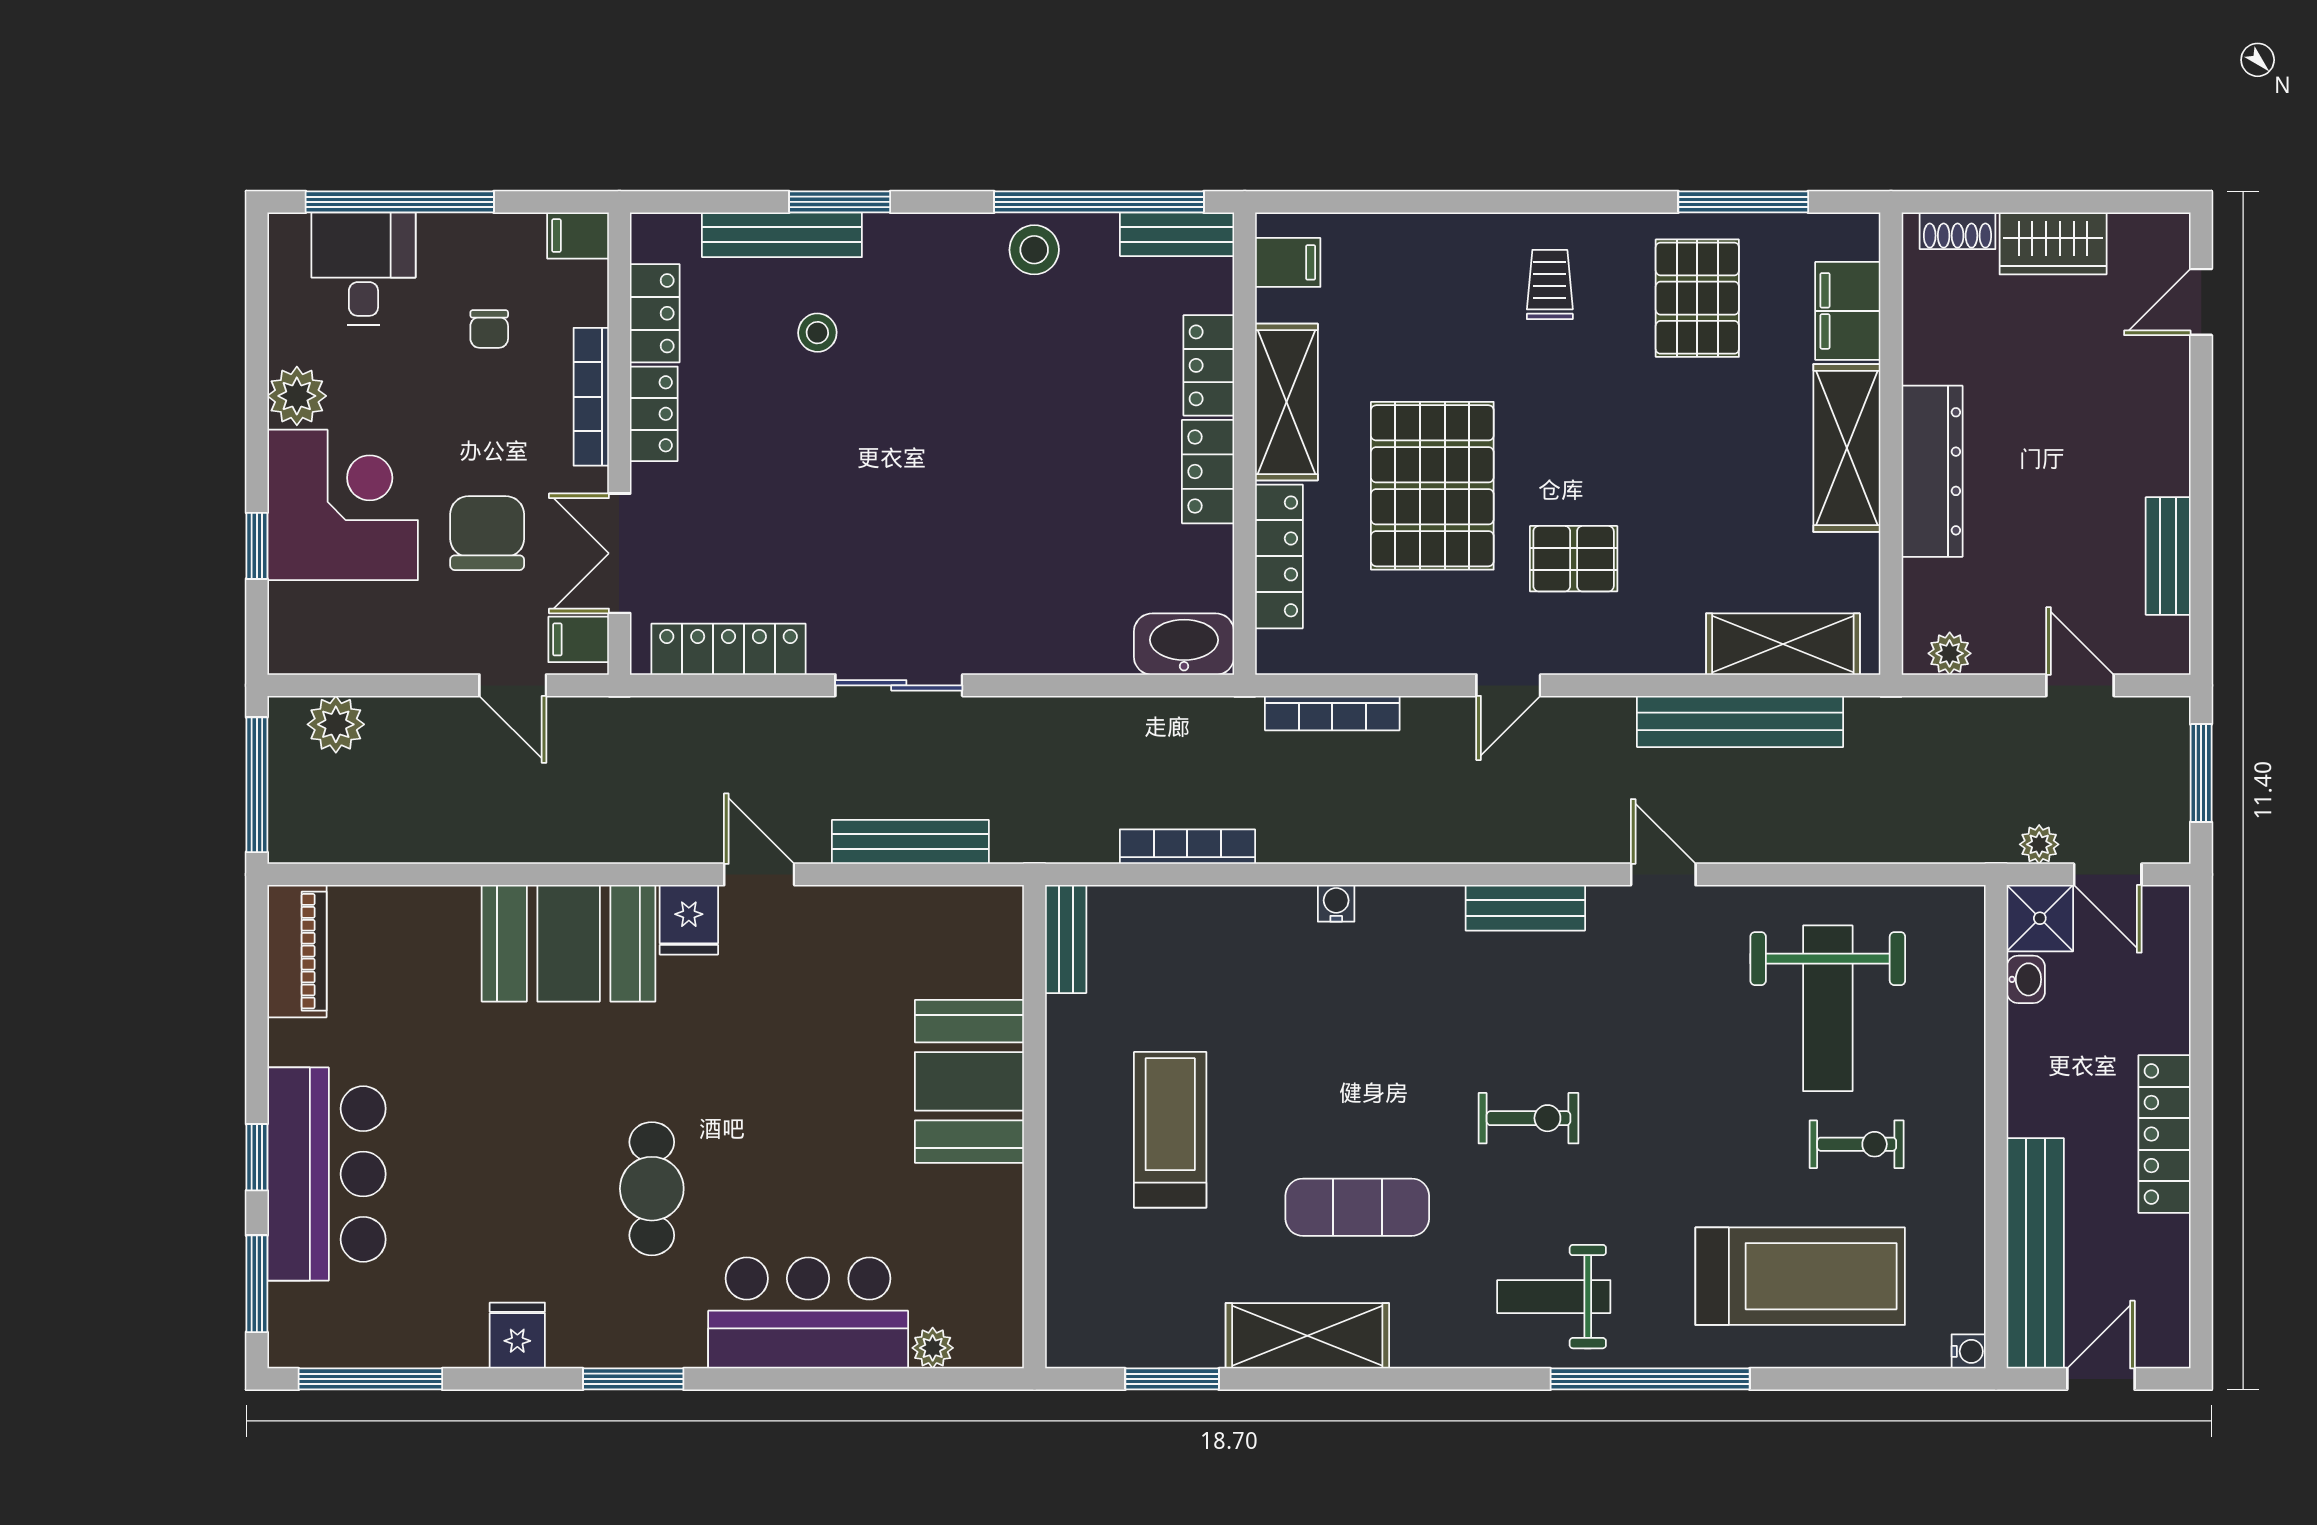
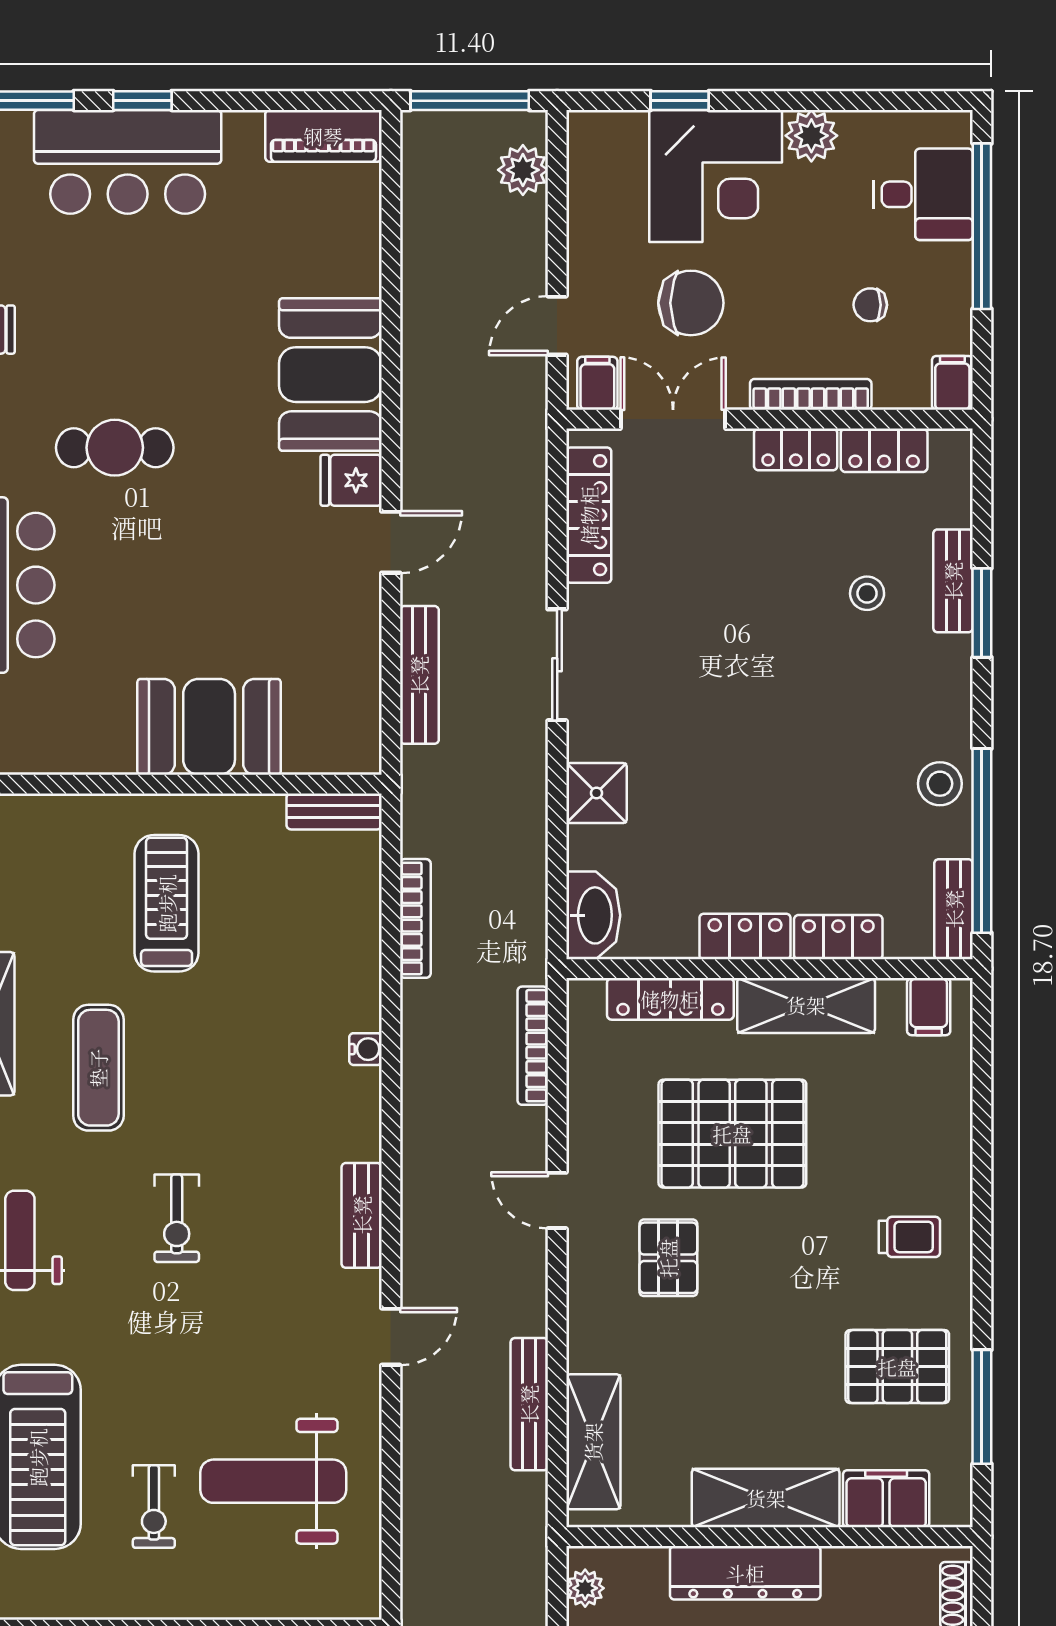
bench: (782, 235) -> (953, 581), width x0.73
shower: (1045, 640) -> (597, 793), added
bench: (1740, 721) -> (529, 1404), width x0.73, depth x0.82
treadmill: (1170, 1130) -> (167, 903), turned -90

